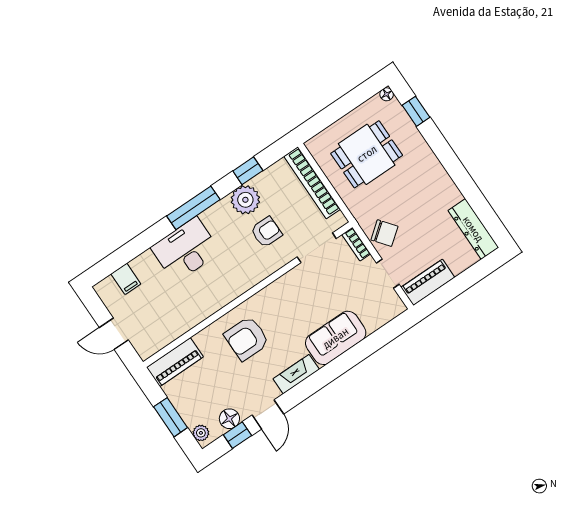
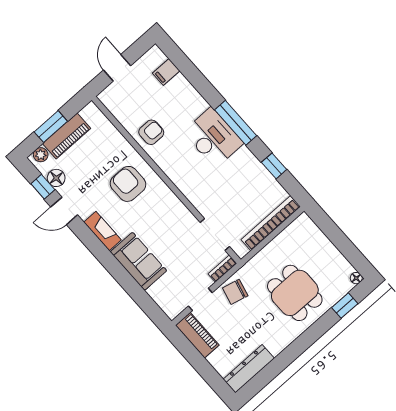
dining table: (367, 154) -> (295, 293), moved
plant: (245, 200) -> (248, 167), removed
armchair: (266, 232) -> (151, 132), moved, turned -90
chair: (384, 233) -> (235, 292), turned 52
desk: (186, 250) -> (213, 138), moved
piano: (175, 362) -> (67, 136), moved, turned -90

